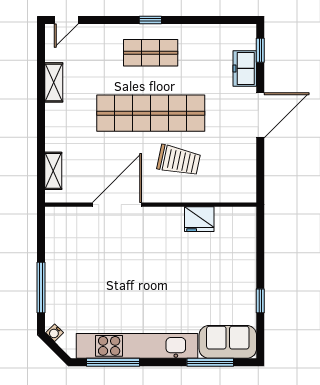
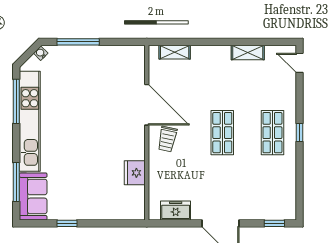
freezer: (245, 68) -> (176, 210), moved
shop shelf: (151, 113) -> (222, 133), width x0.50, depth x0.74
trolley: (179, 160) -> (167, 139), moved, width x0.73, depth x0.72

